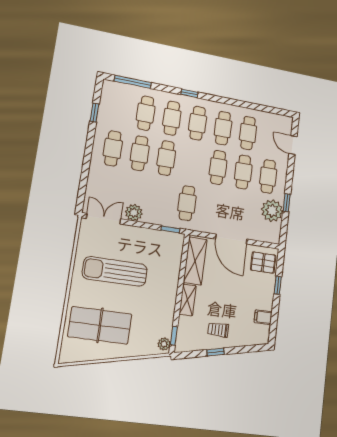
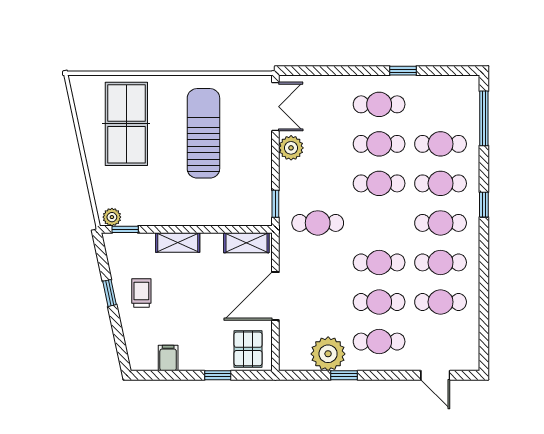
window: (94, 113) -> (403, 71), moved
door: (293, 145) -> (435, 375), swing flipped
shelving: (195, 261) -> (246, 243), width x0.67, depth x0.75

